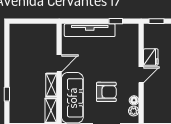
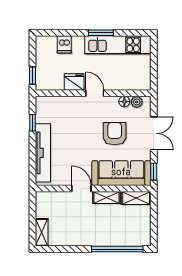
shelving: (21, 29) -> (42, 232), added
window: (7, 94) -> (117, 249), width x3.17

